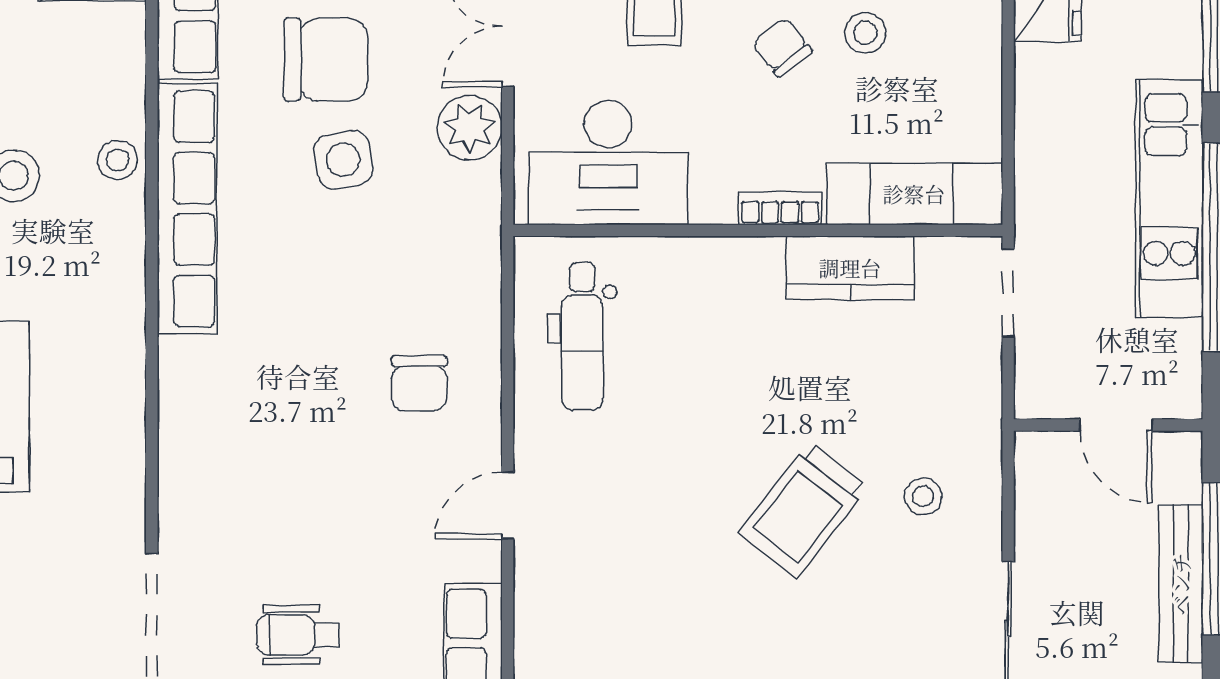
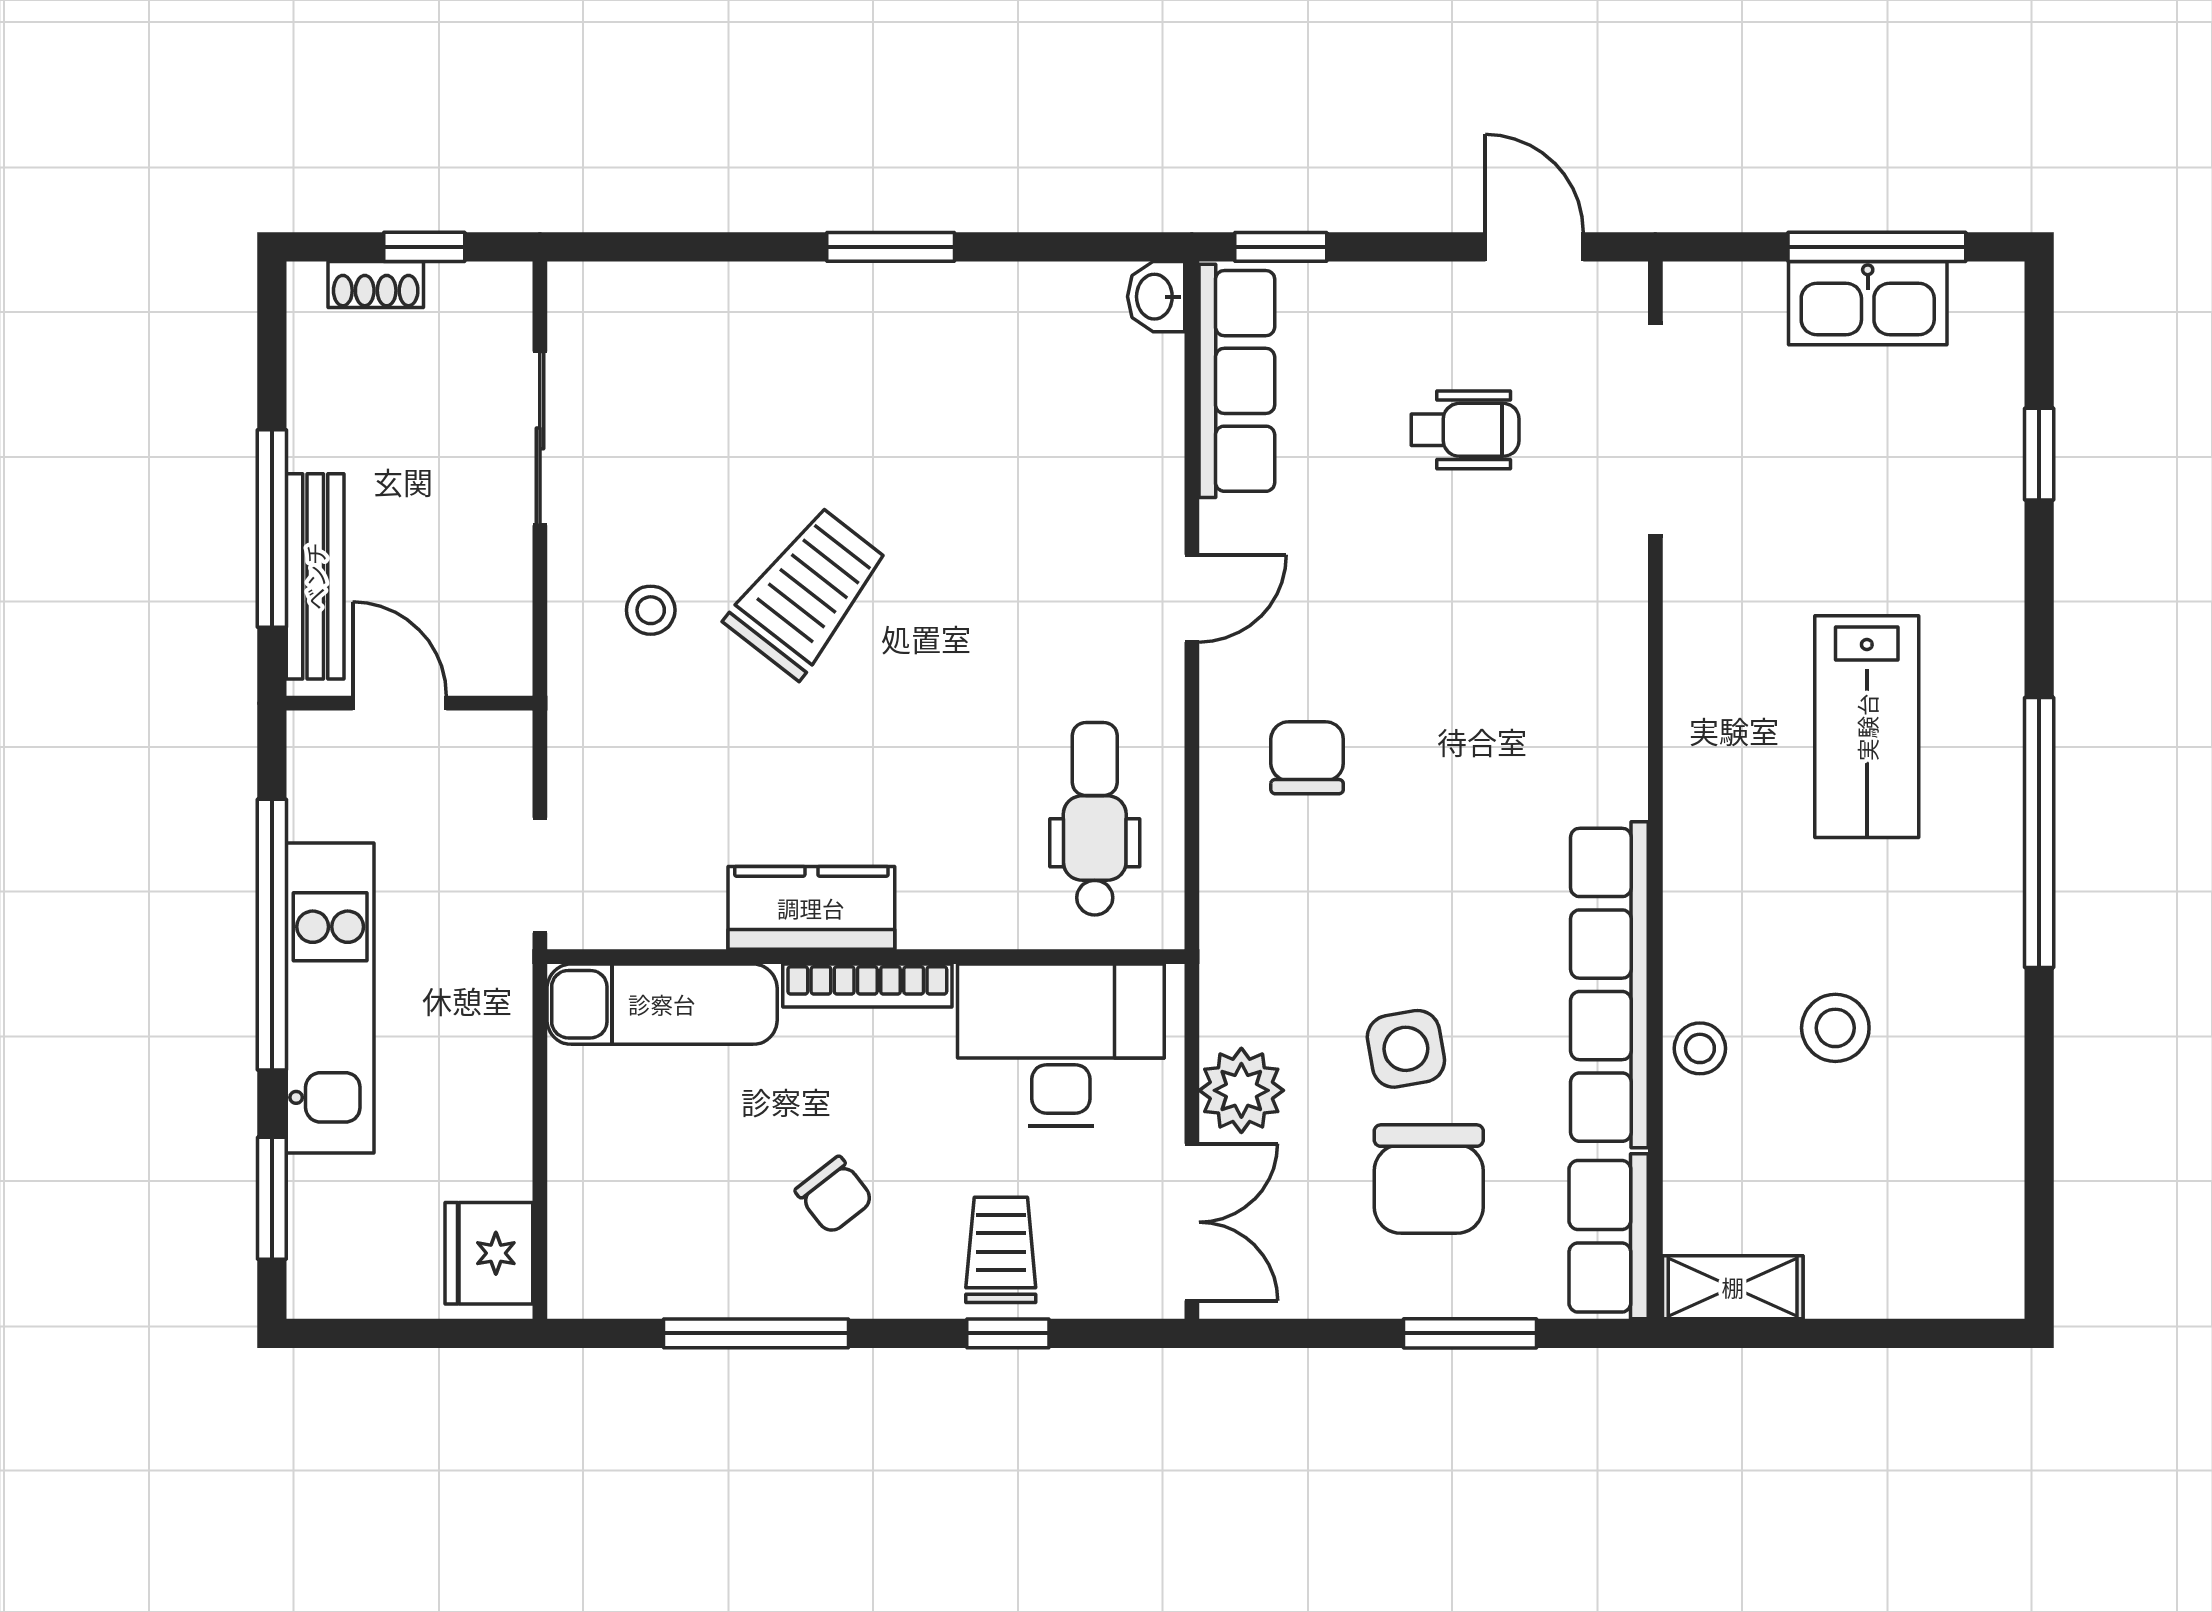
stool: (865, 33) -> (726, 1214), removed
chair: (326, 60) -> (1429, 1179), turned -90
bookcase: (780, 208) -> (867, 986), width x1.56
kitchen counter: (850, 268) -> (811, 908), moved
bench: (1181, 584) -> (315, 576), moved

